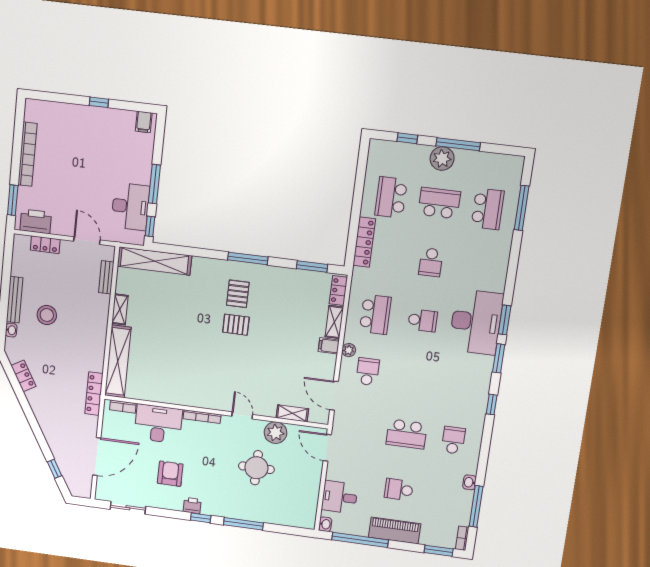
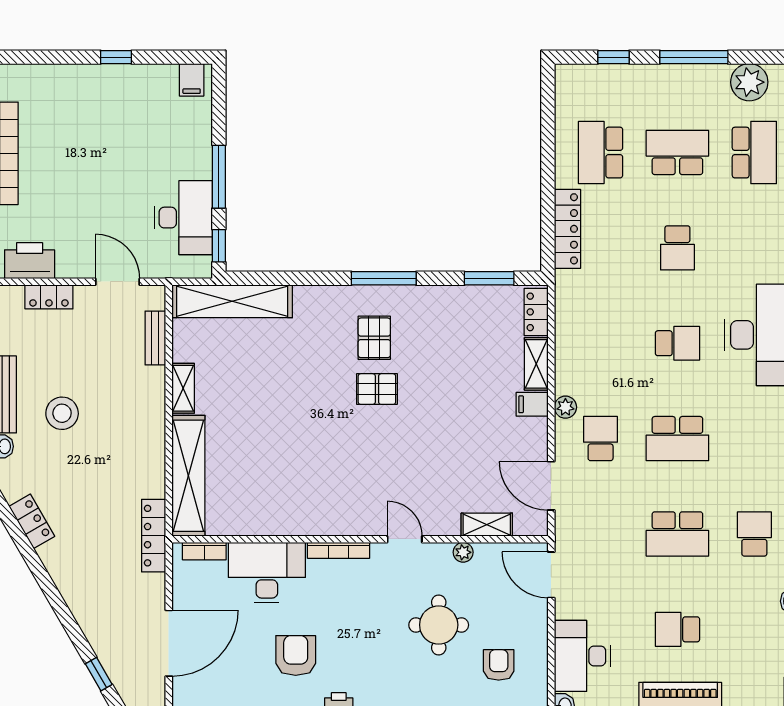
plant: (442, 159) -> (749, 82), moved
school desk: (375, 314) -> (677, 439), moved, turned 90
plant: (275, 433) -> (463, 552), width x0.53, depth x0.53
armchair: (289, 495) -> (499, 665), added
desk: (340, 497) -> (582, 656), width x1.37

